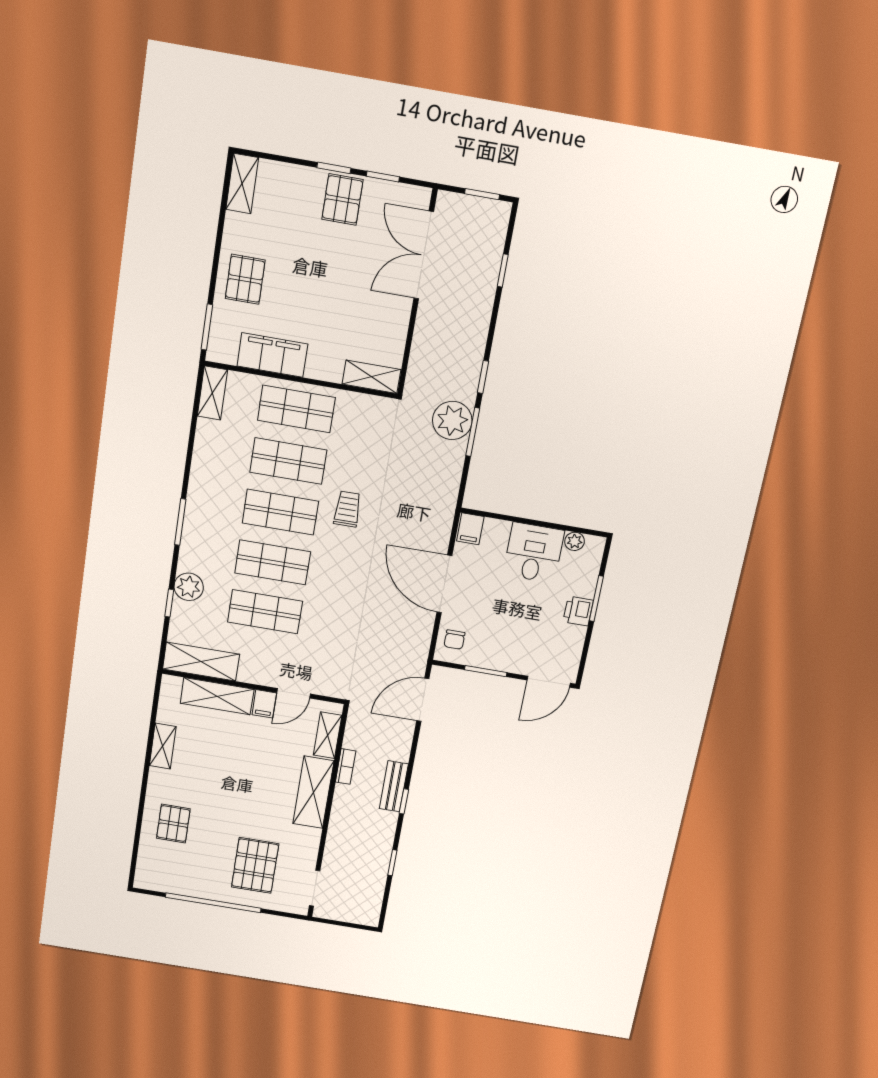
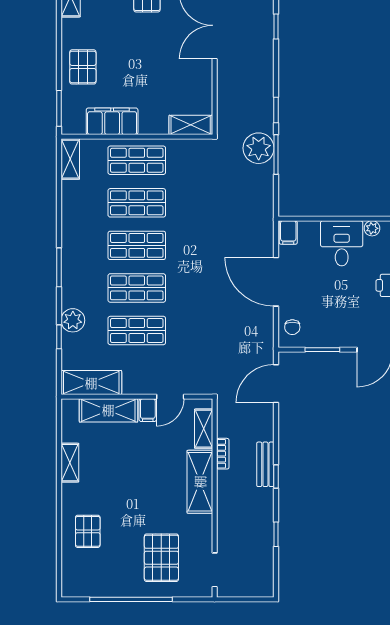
trolley: (347, 509) -> (189, 234), removed

